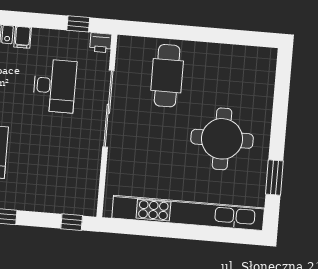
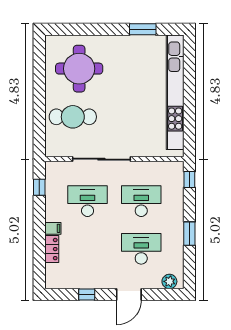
printer: (101, 43) -> (52, 169), removed
round table: (222, 139) -> (79, 69), moved
desk: (49, 156) -> (141, 201), added

